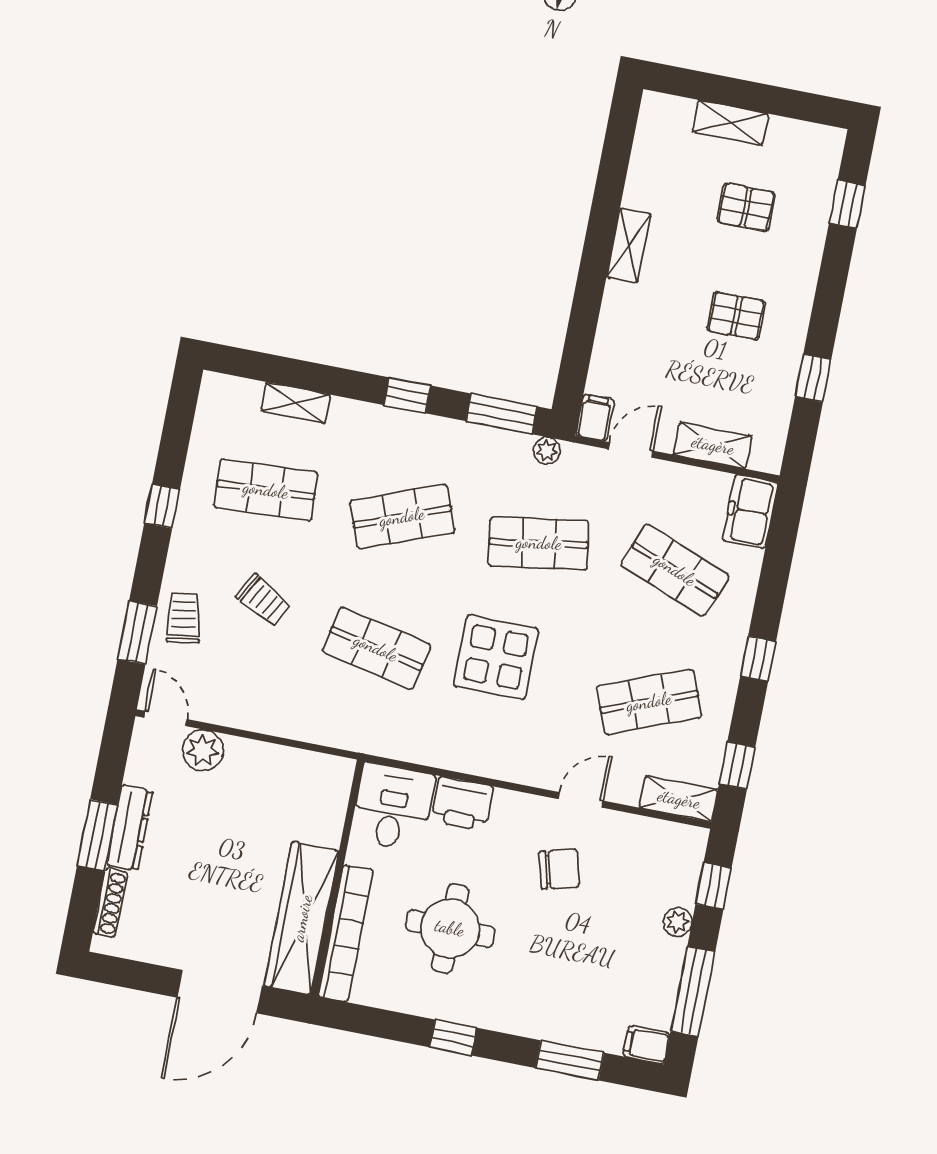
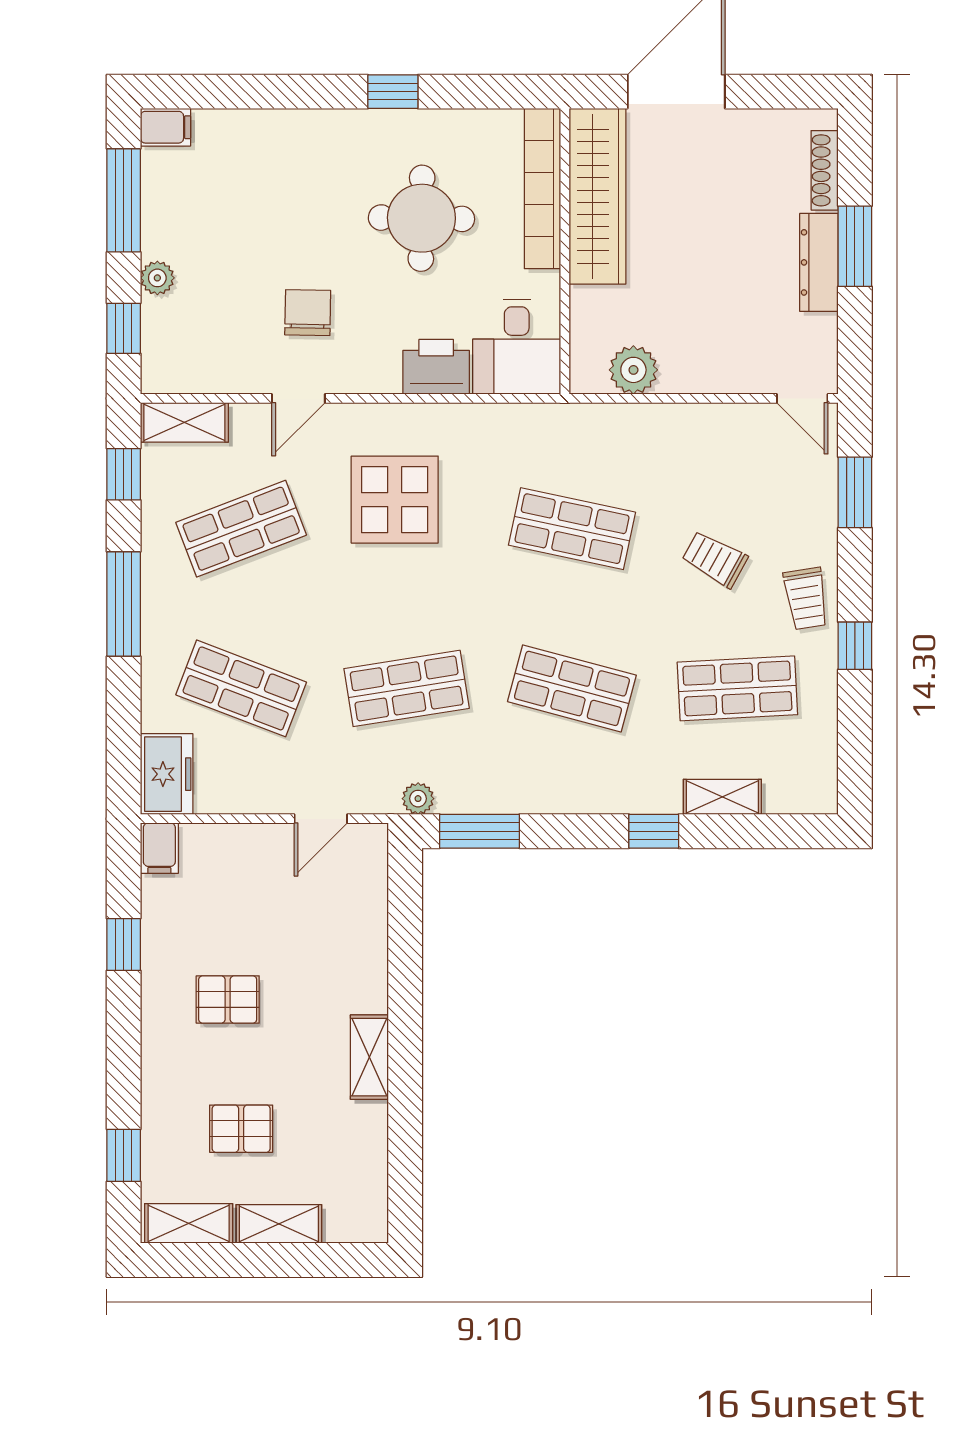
window: (407, 395) -> (654, 831), moved
filing cabinet: (595, 418) -> (159, 848), moved
shelving: (713, 445) -> (189, 1223), moved
shop shelf: (402, 517) -> (572, 688), turned 36
trolley: (184, 618) -> (806, 598), moved
display table: (496, 657) -> (395, 500), moved
window: (758, 659) -> (124, 604), width x2.17
plant: (203, 750) -> (633, 370), moved
chair: (559, 869) -> (308, 313), turned 105
window: (570, 1060) -> (252, 92), removed

